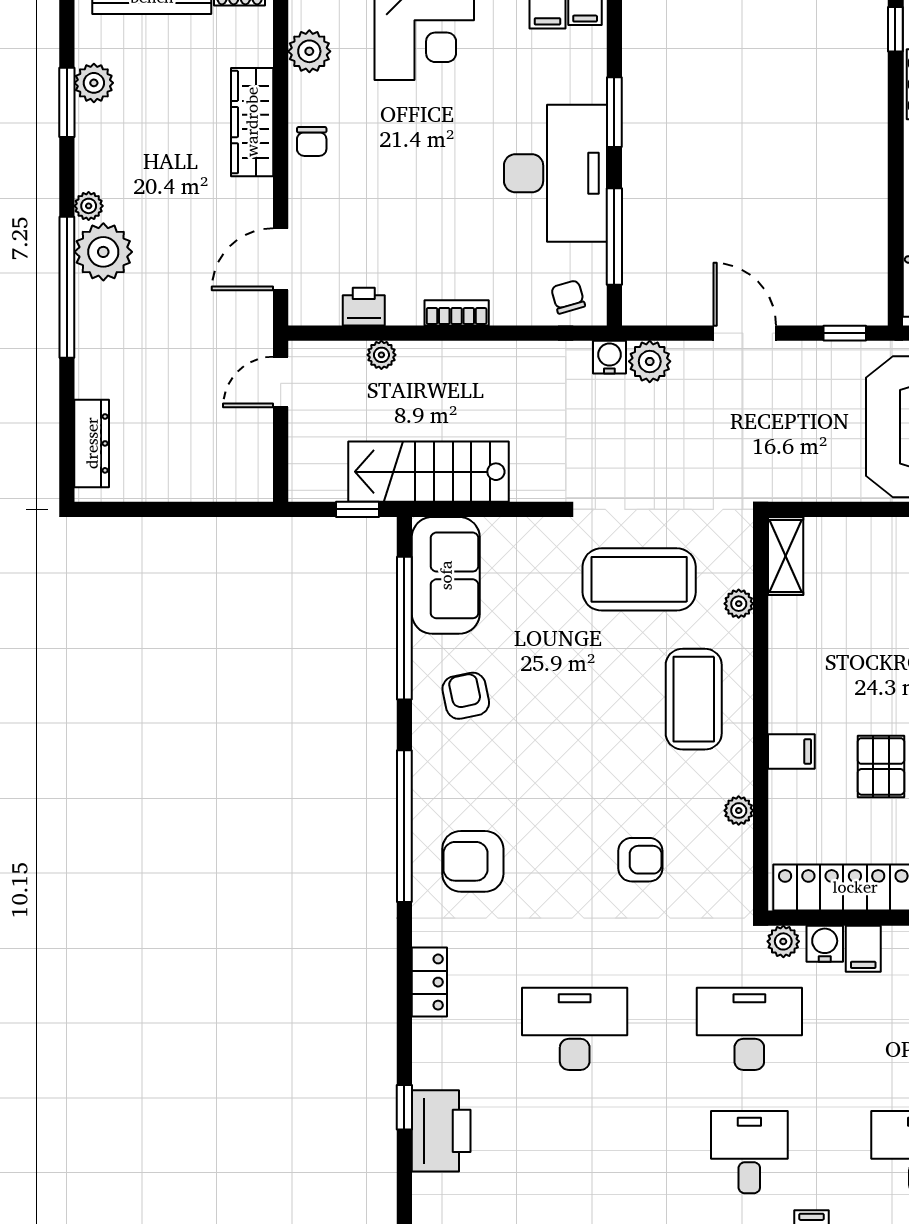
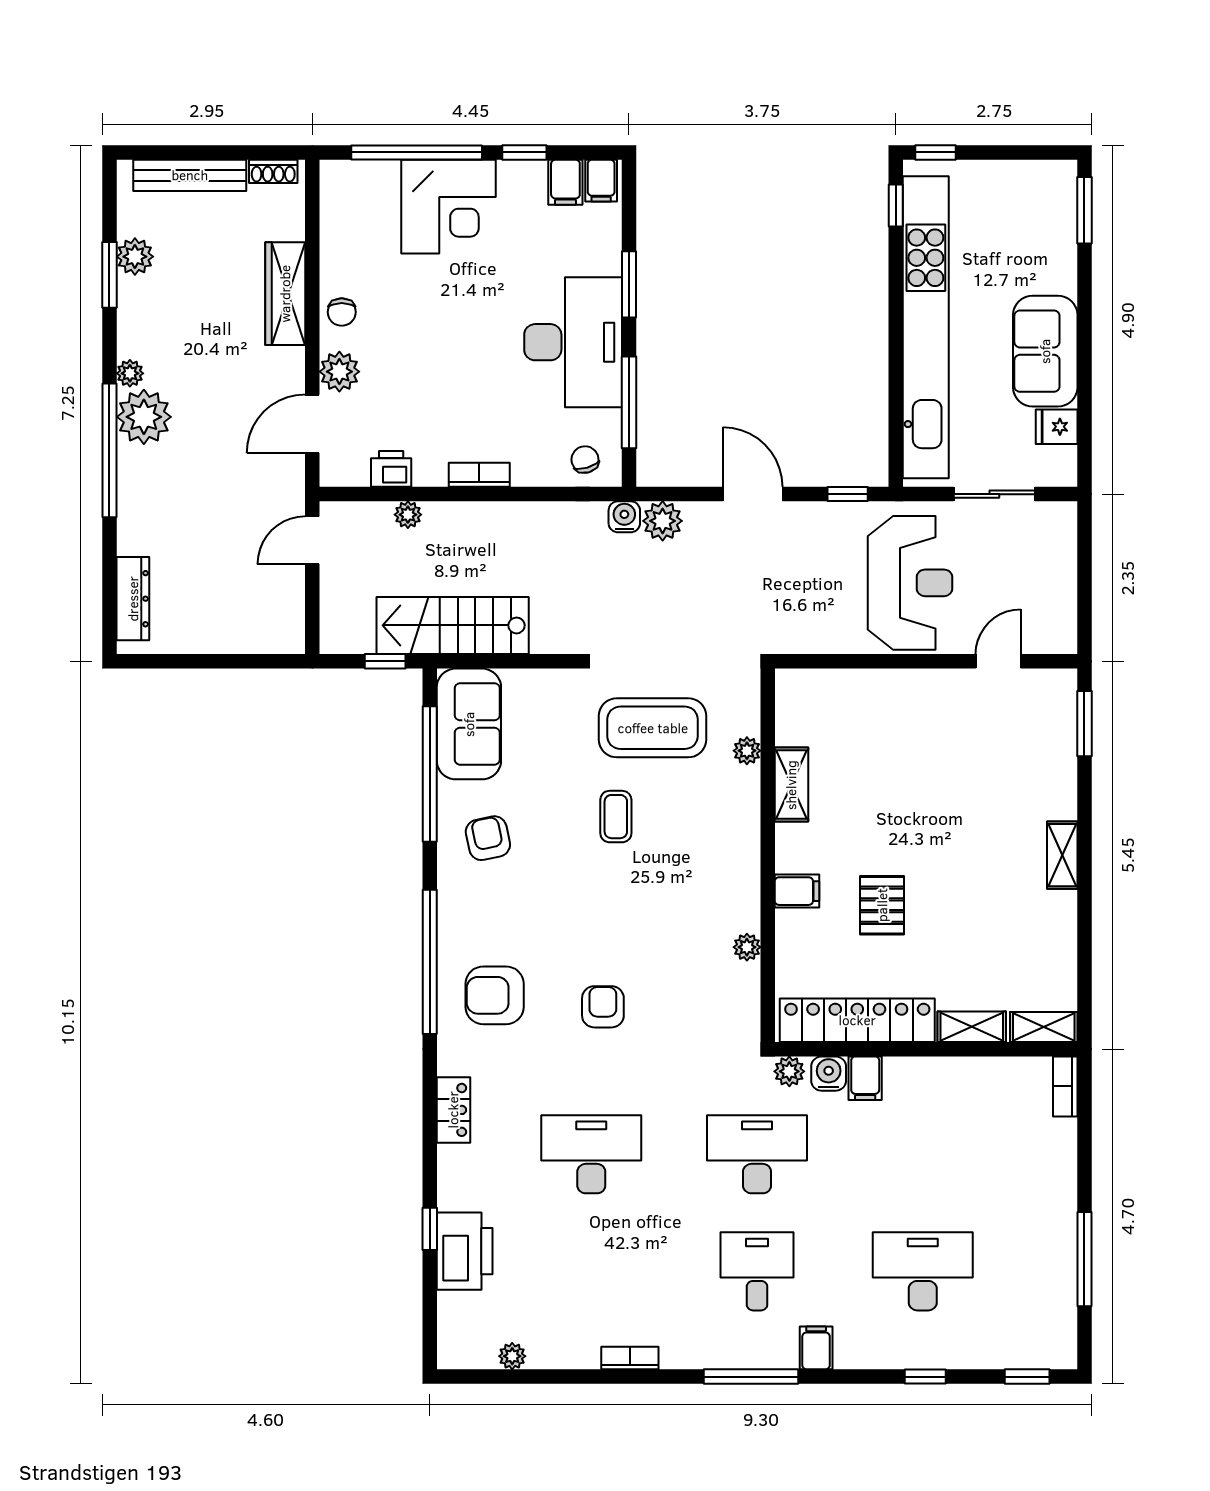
plant: (309, 51) -> (339, 372), moved
shelving: (786, 556) -> (791, 785), moved
coffee table: (694, 699) -> (616, 817), moved, width x0.54, depth x0.58
armchair: (640, 860) -> (603, 1007), moved, turned -90

